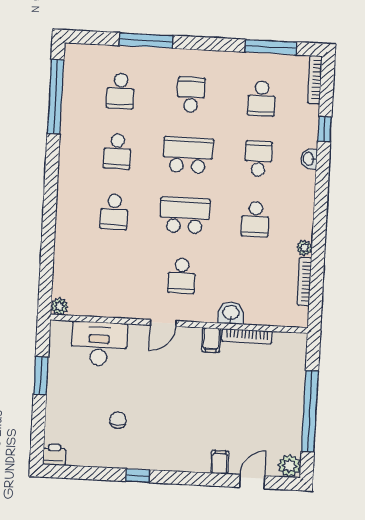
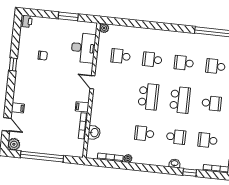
school desk: (182, 276) -> (121, 56), moved
washbasin: (231, 313) -> (94, 133), moved

